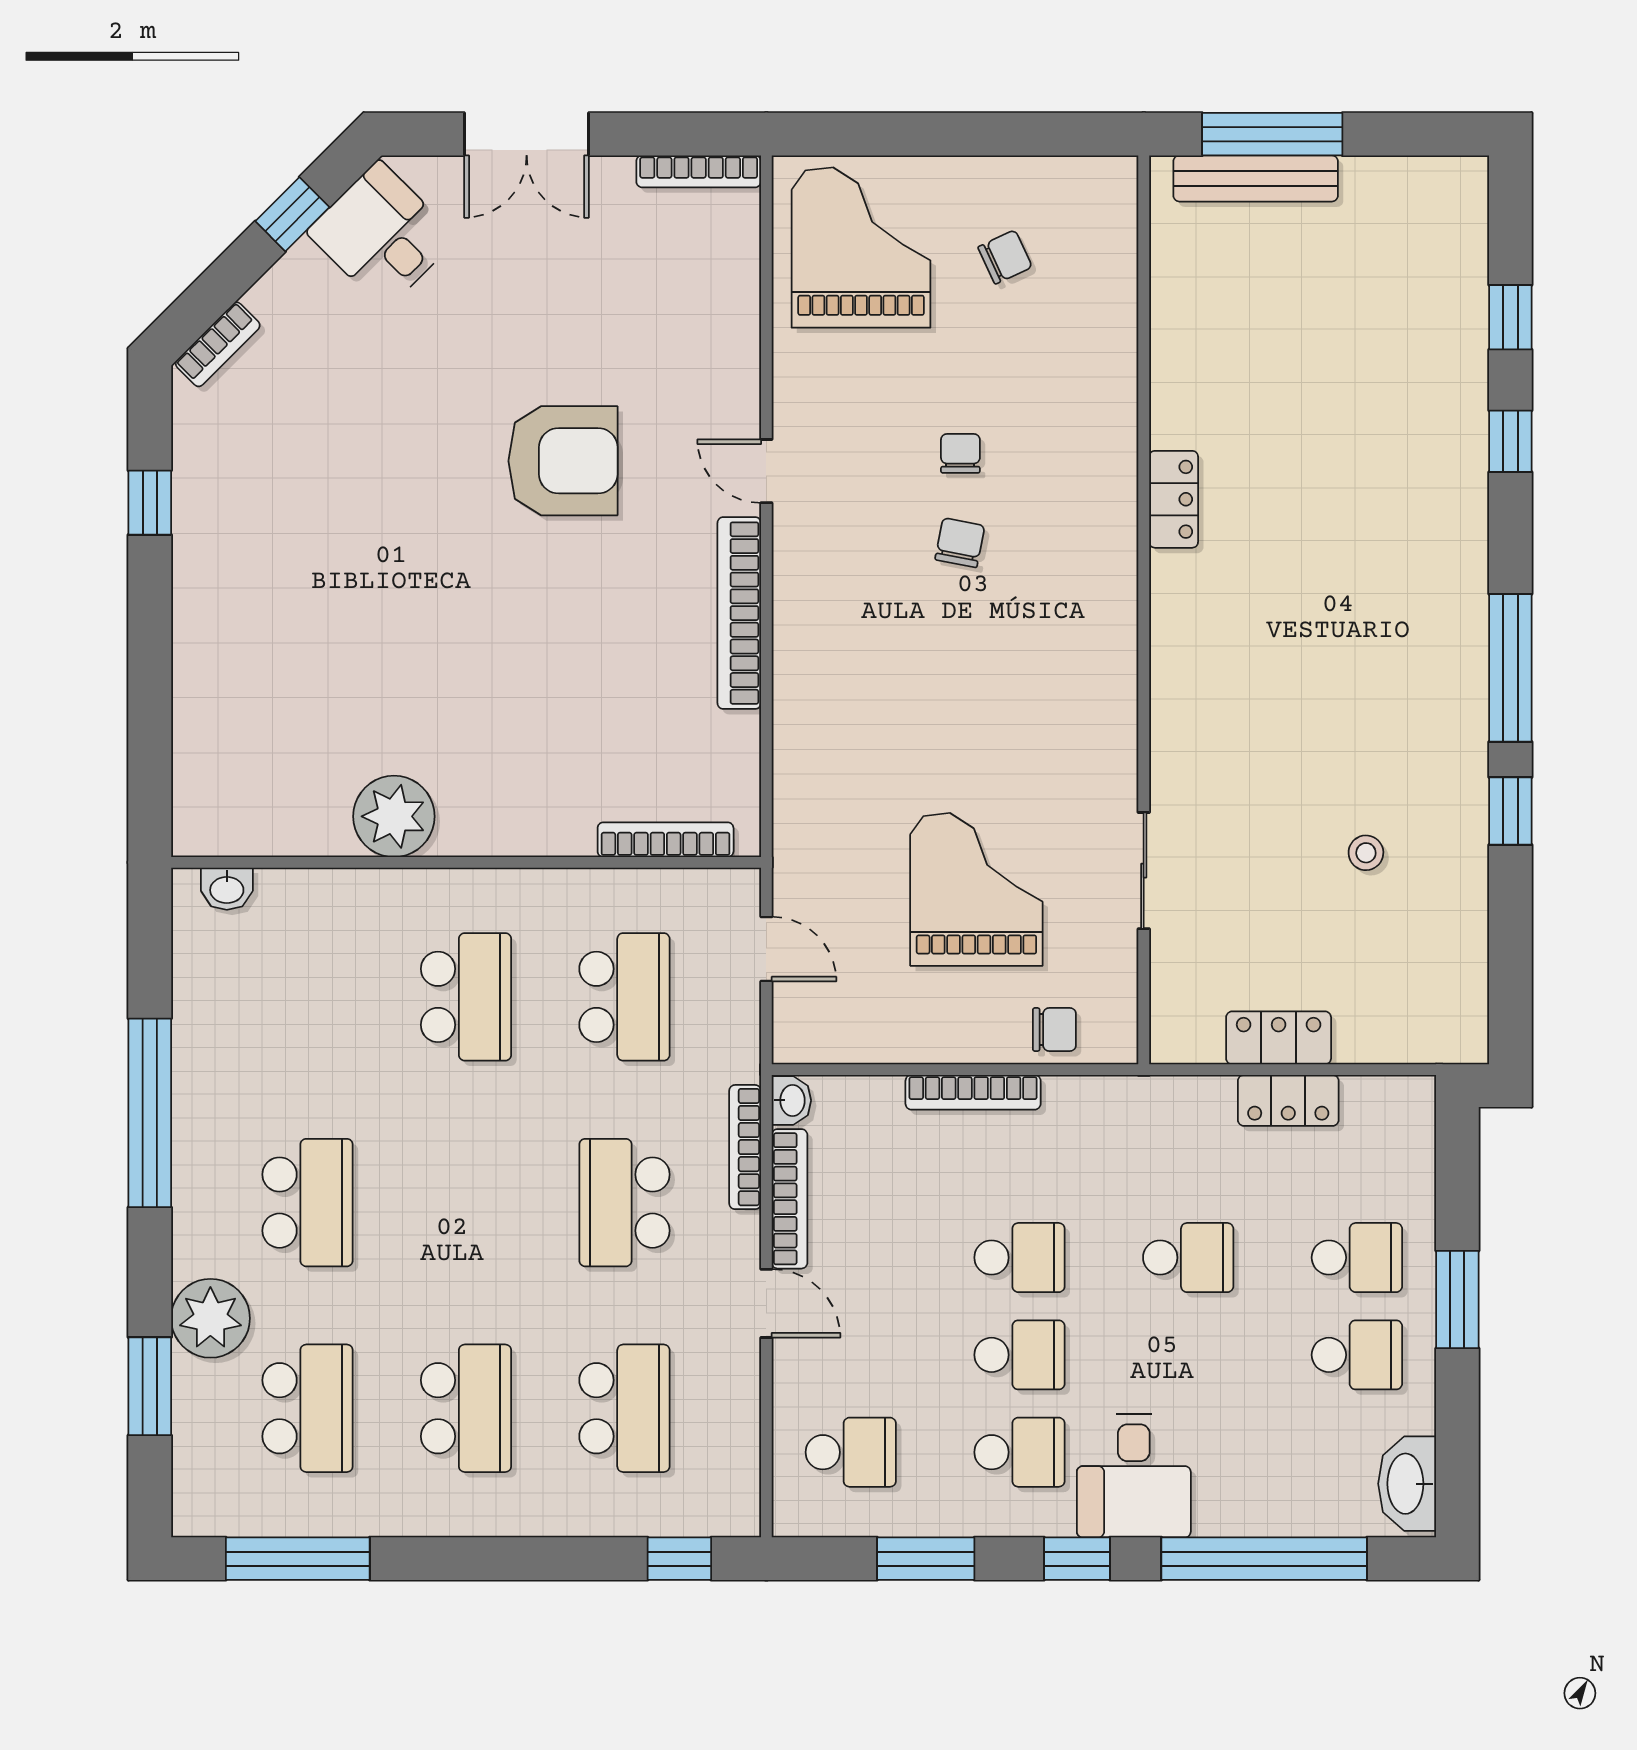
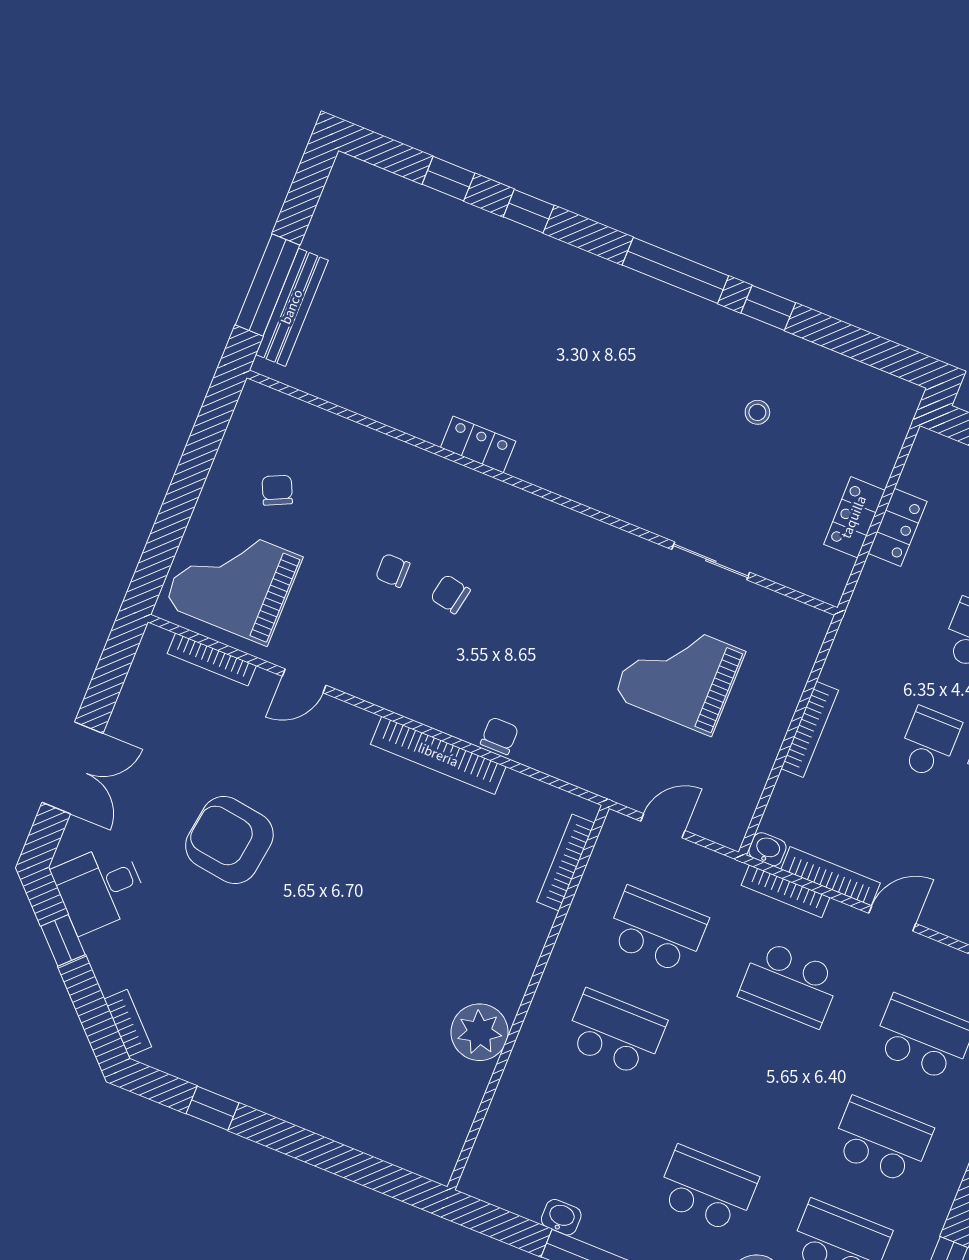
bookcase: (699, 171) -> (212, 660), moved, turned 90
armchair: (563, 461) -> (229, 840), moved, turned -82
door: (766, 471) -> (304, 681), moved
washbasin: (227, 889) -> (561, 1217), moved, turned -90
chair: (1054, 1029) -> (499, 736), moved

